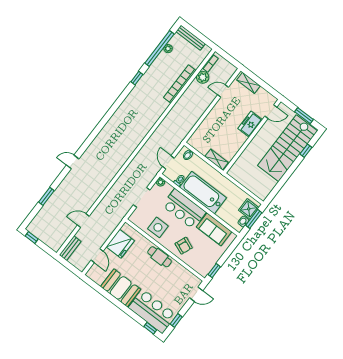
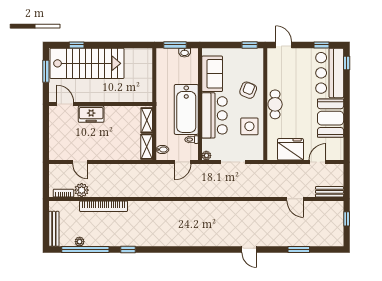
shelving: (248, 83) -> (147, 147), moved
shower: (249, 209) -> (169, 57), removed
window: (32, 238) -> (347, 219), moved

